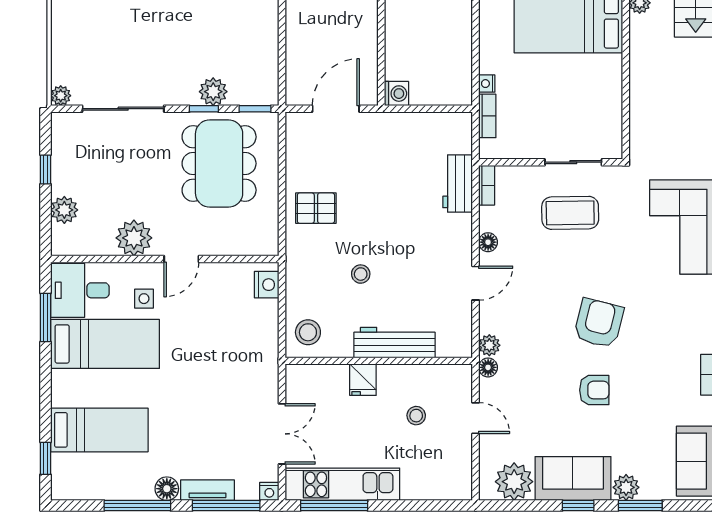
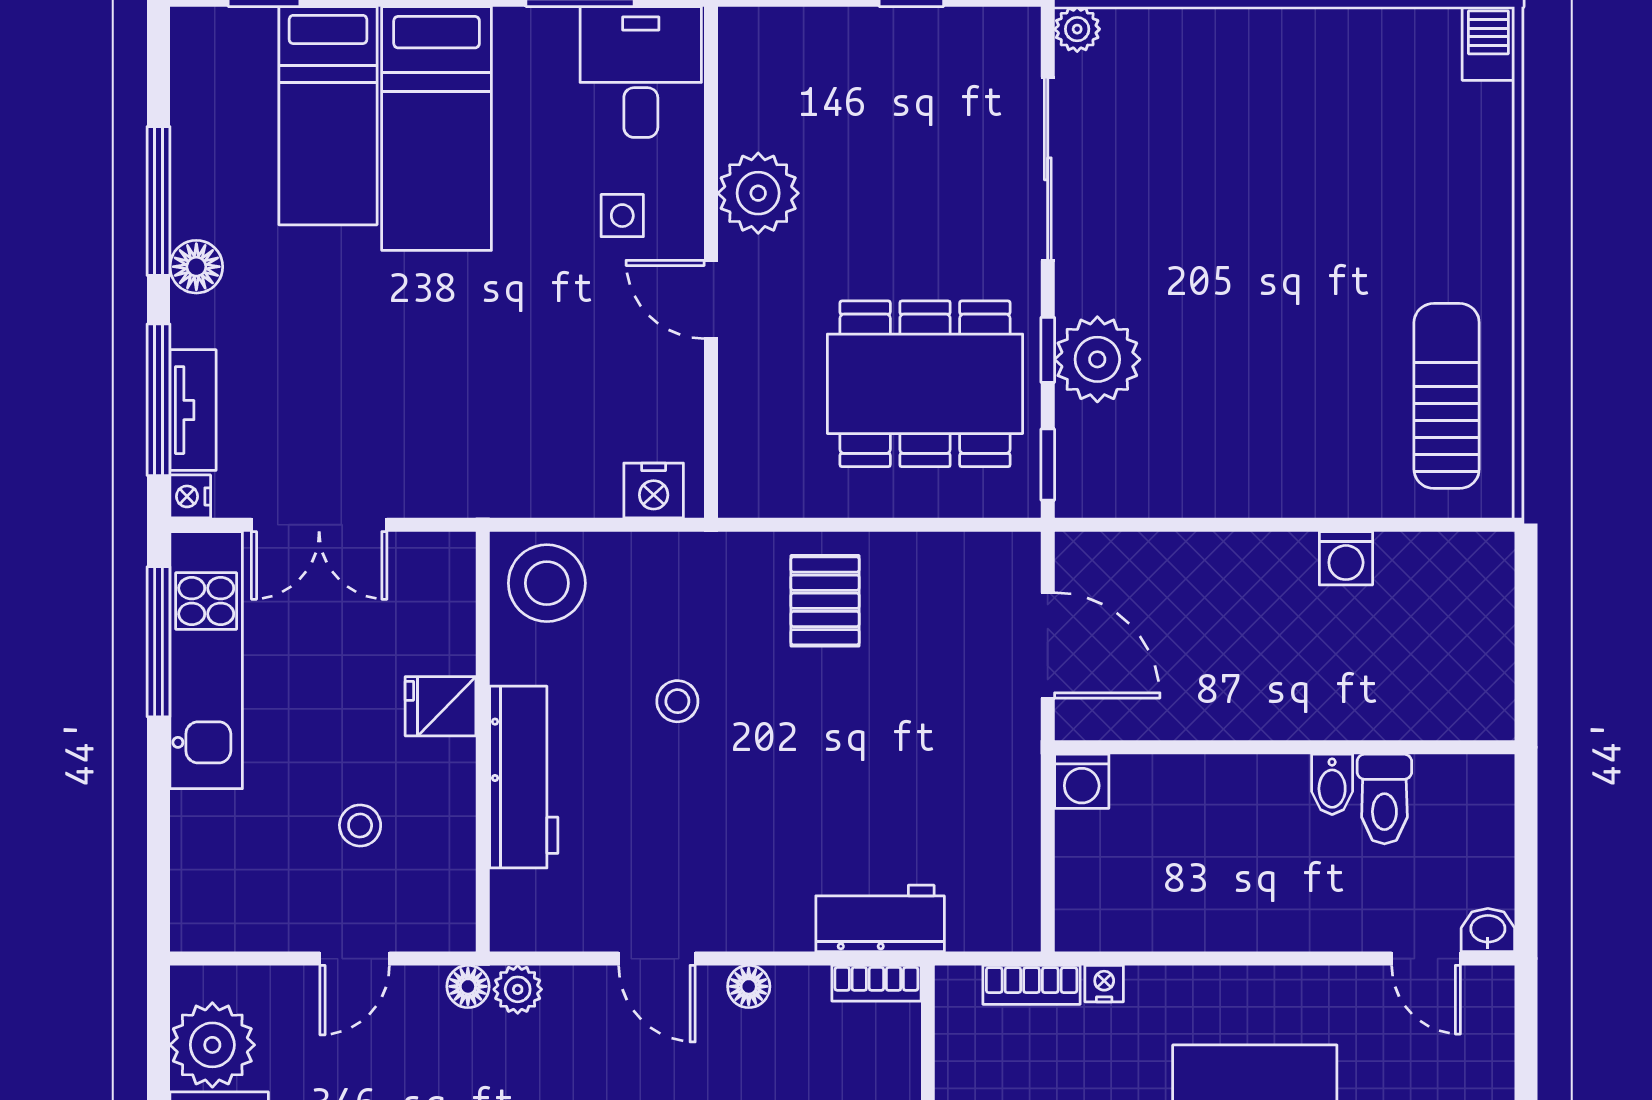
plant: (213, 92) -> (1097, 359), width x1.36, depth x1.36
plant: (64, 210) -> (821, 37), removed
stool: (308, 332) -> (547, 583), width x1.38, depth x1.38
bed: (105, 344) -> (437, 128), moved
tv unit: (208, 490) -> (193, 410), moved

